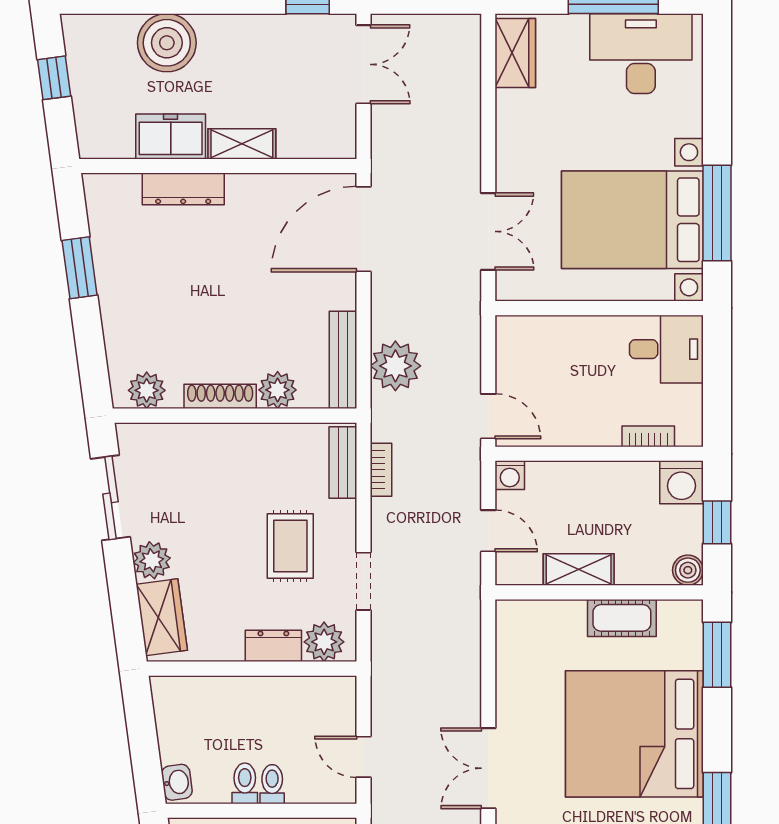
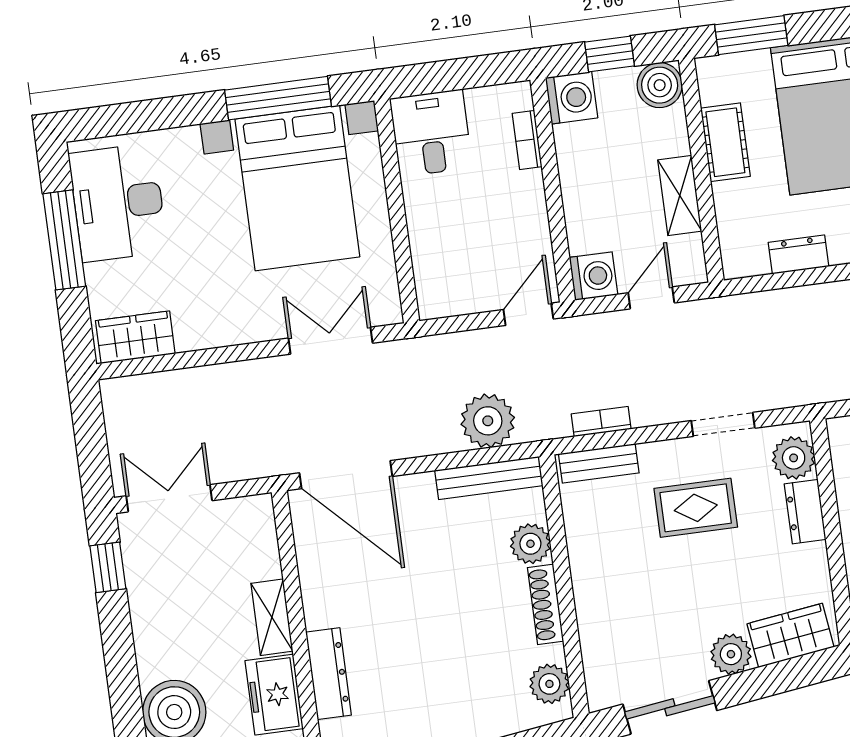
washing machine: (510, 475) -> (594, 276), width x1.38, depth x1.38
boiler: (688, 570) -> (660, 85), width x1.36, depth x1.36
dresser: (510, 671) -> (798, 254), added

